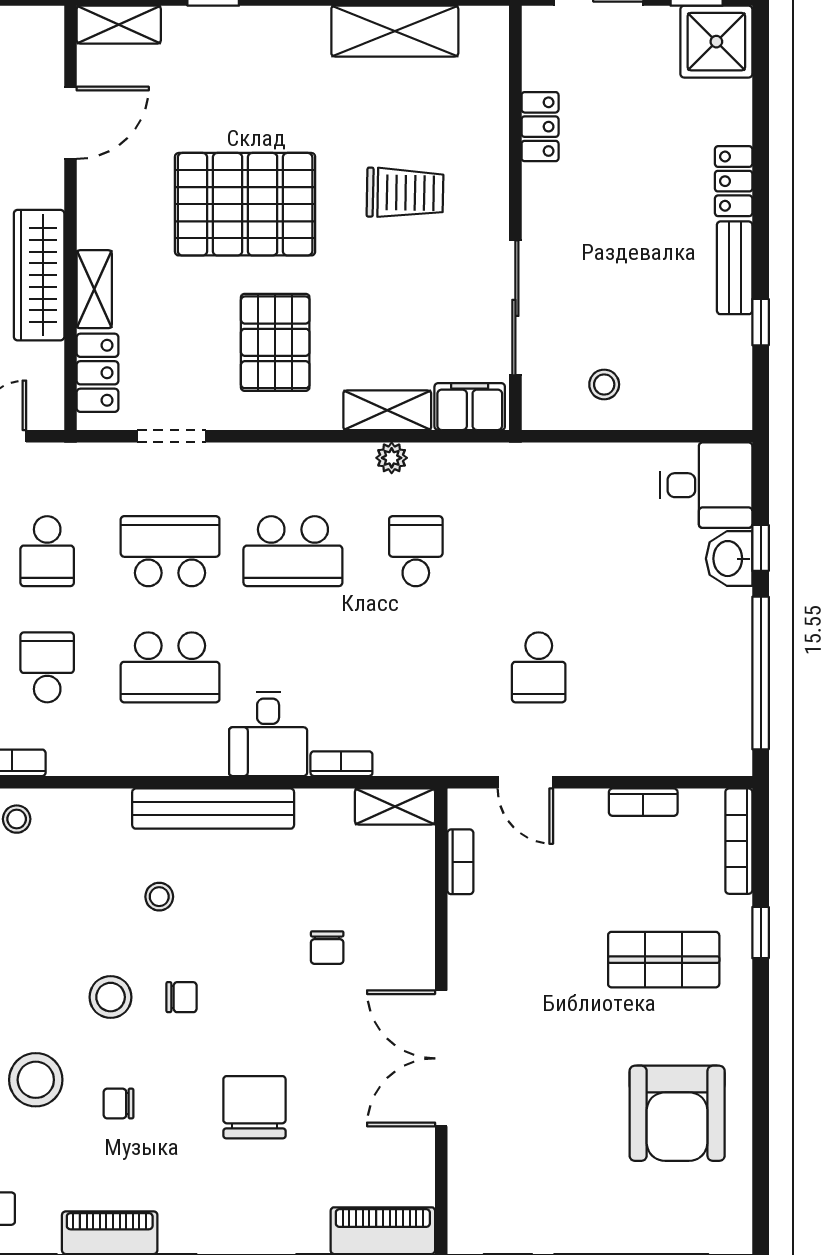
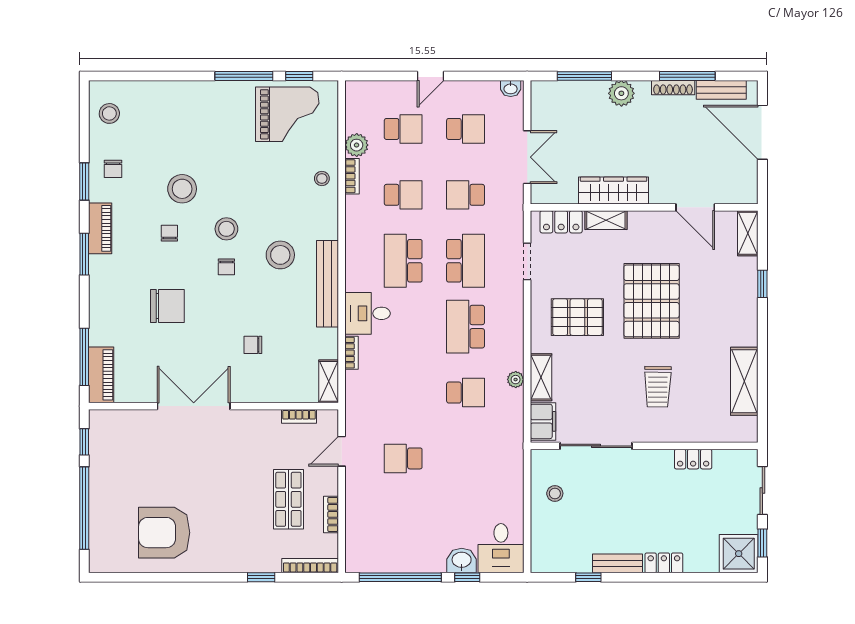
stool: (159, 897) -> (280, 255), width x1.89, depth x1.89
shop shelf: (664, 960) -> (288, 499), moved

